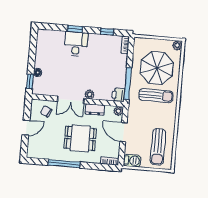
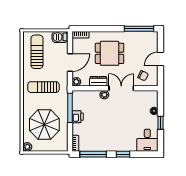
window: (107, 32) -> (93, 154), width x2.17
desk: (76, 44) -> (147, 140), moved
window: (30, 81) -> (160, 123), moved
printer: (118, 95) -> (78, 117), moved
sun lounger: (156, 96) -> (43, 87), moved
door: (124, 132) -> (70, 63), hinge flipped
window: (64, 164) -> (139, 29), moved

